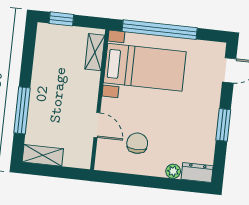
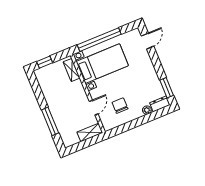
door: (97, 125) -> (94, 108), hinge flipped
window: (223, 125) -> (167, 88), moved
shelving: (43, 155) -> (90, 132), moved

